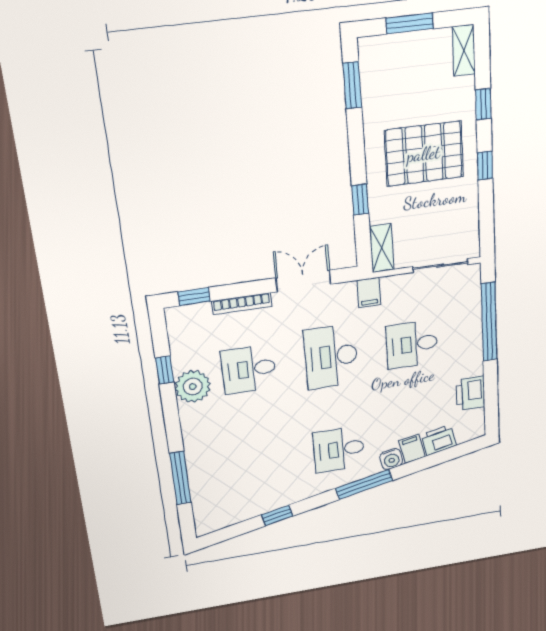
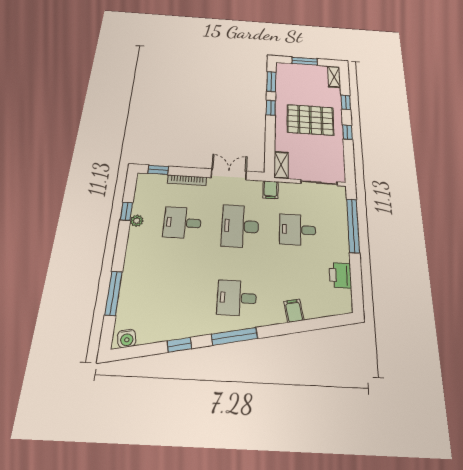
window: (360, 200) -> (271, 108), moved
plant: (193, 387) -> (137, 221), width x0.53, depth x0.53
printer: (439, 440) -> (315, 308), removed
water cooler: (391, 459) -> (127, 338), moved
window: (364, 484) -> (235, 336), moved

